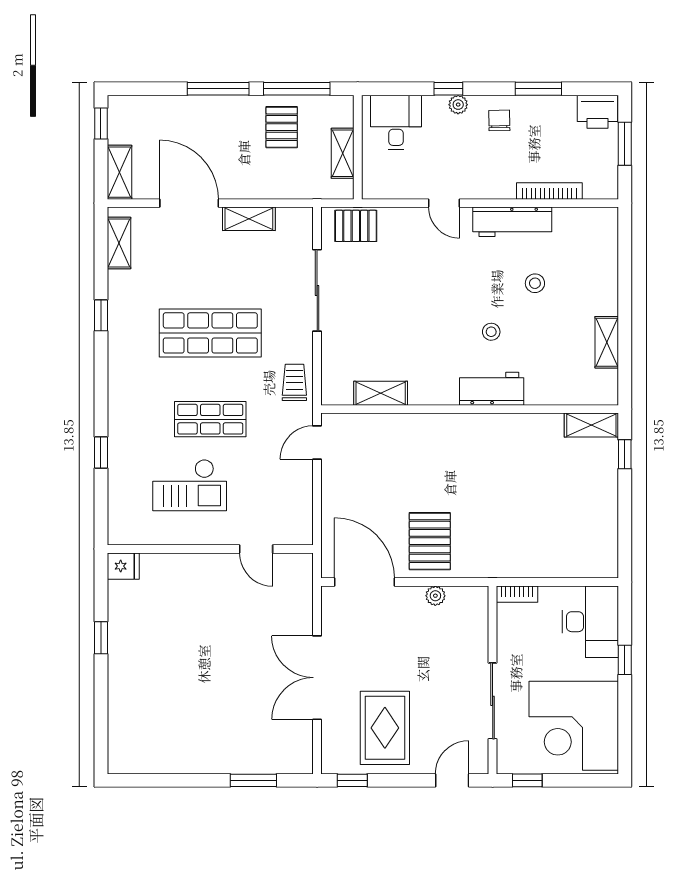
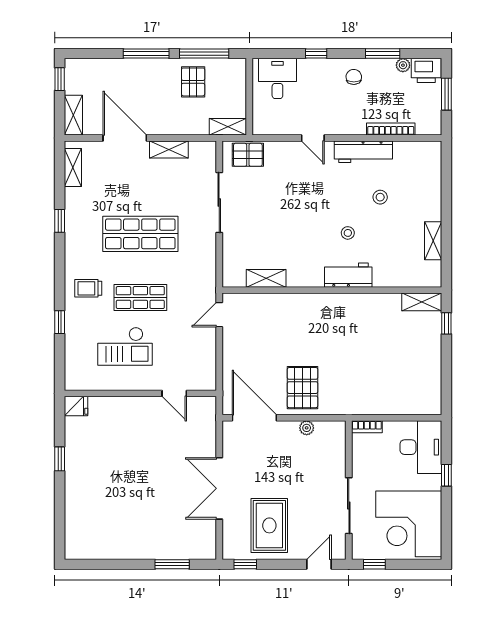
plant: (458, 105) -> (403, 65), moved
shelving: (343, 153) -> (228, 127), moved, turned 90
trolley: (294, 382) -> (88, 288), moved, turned -90

